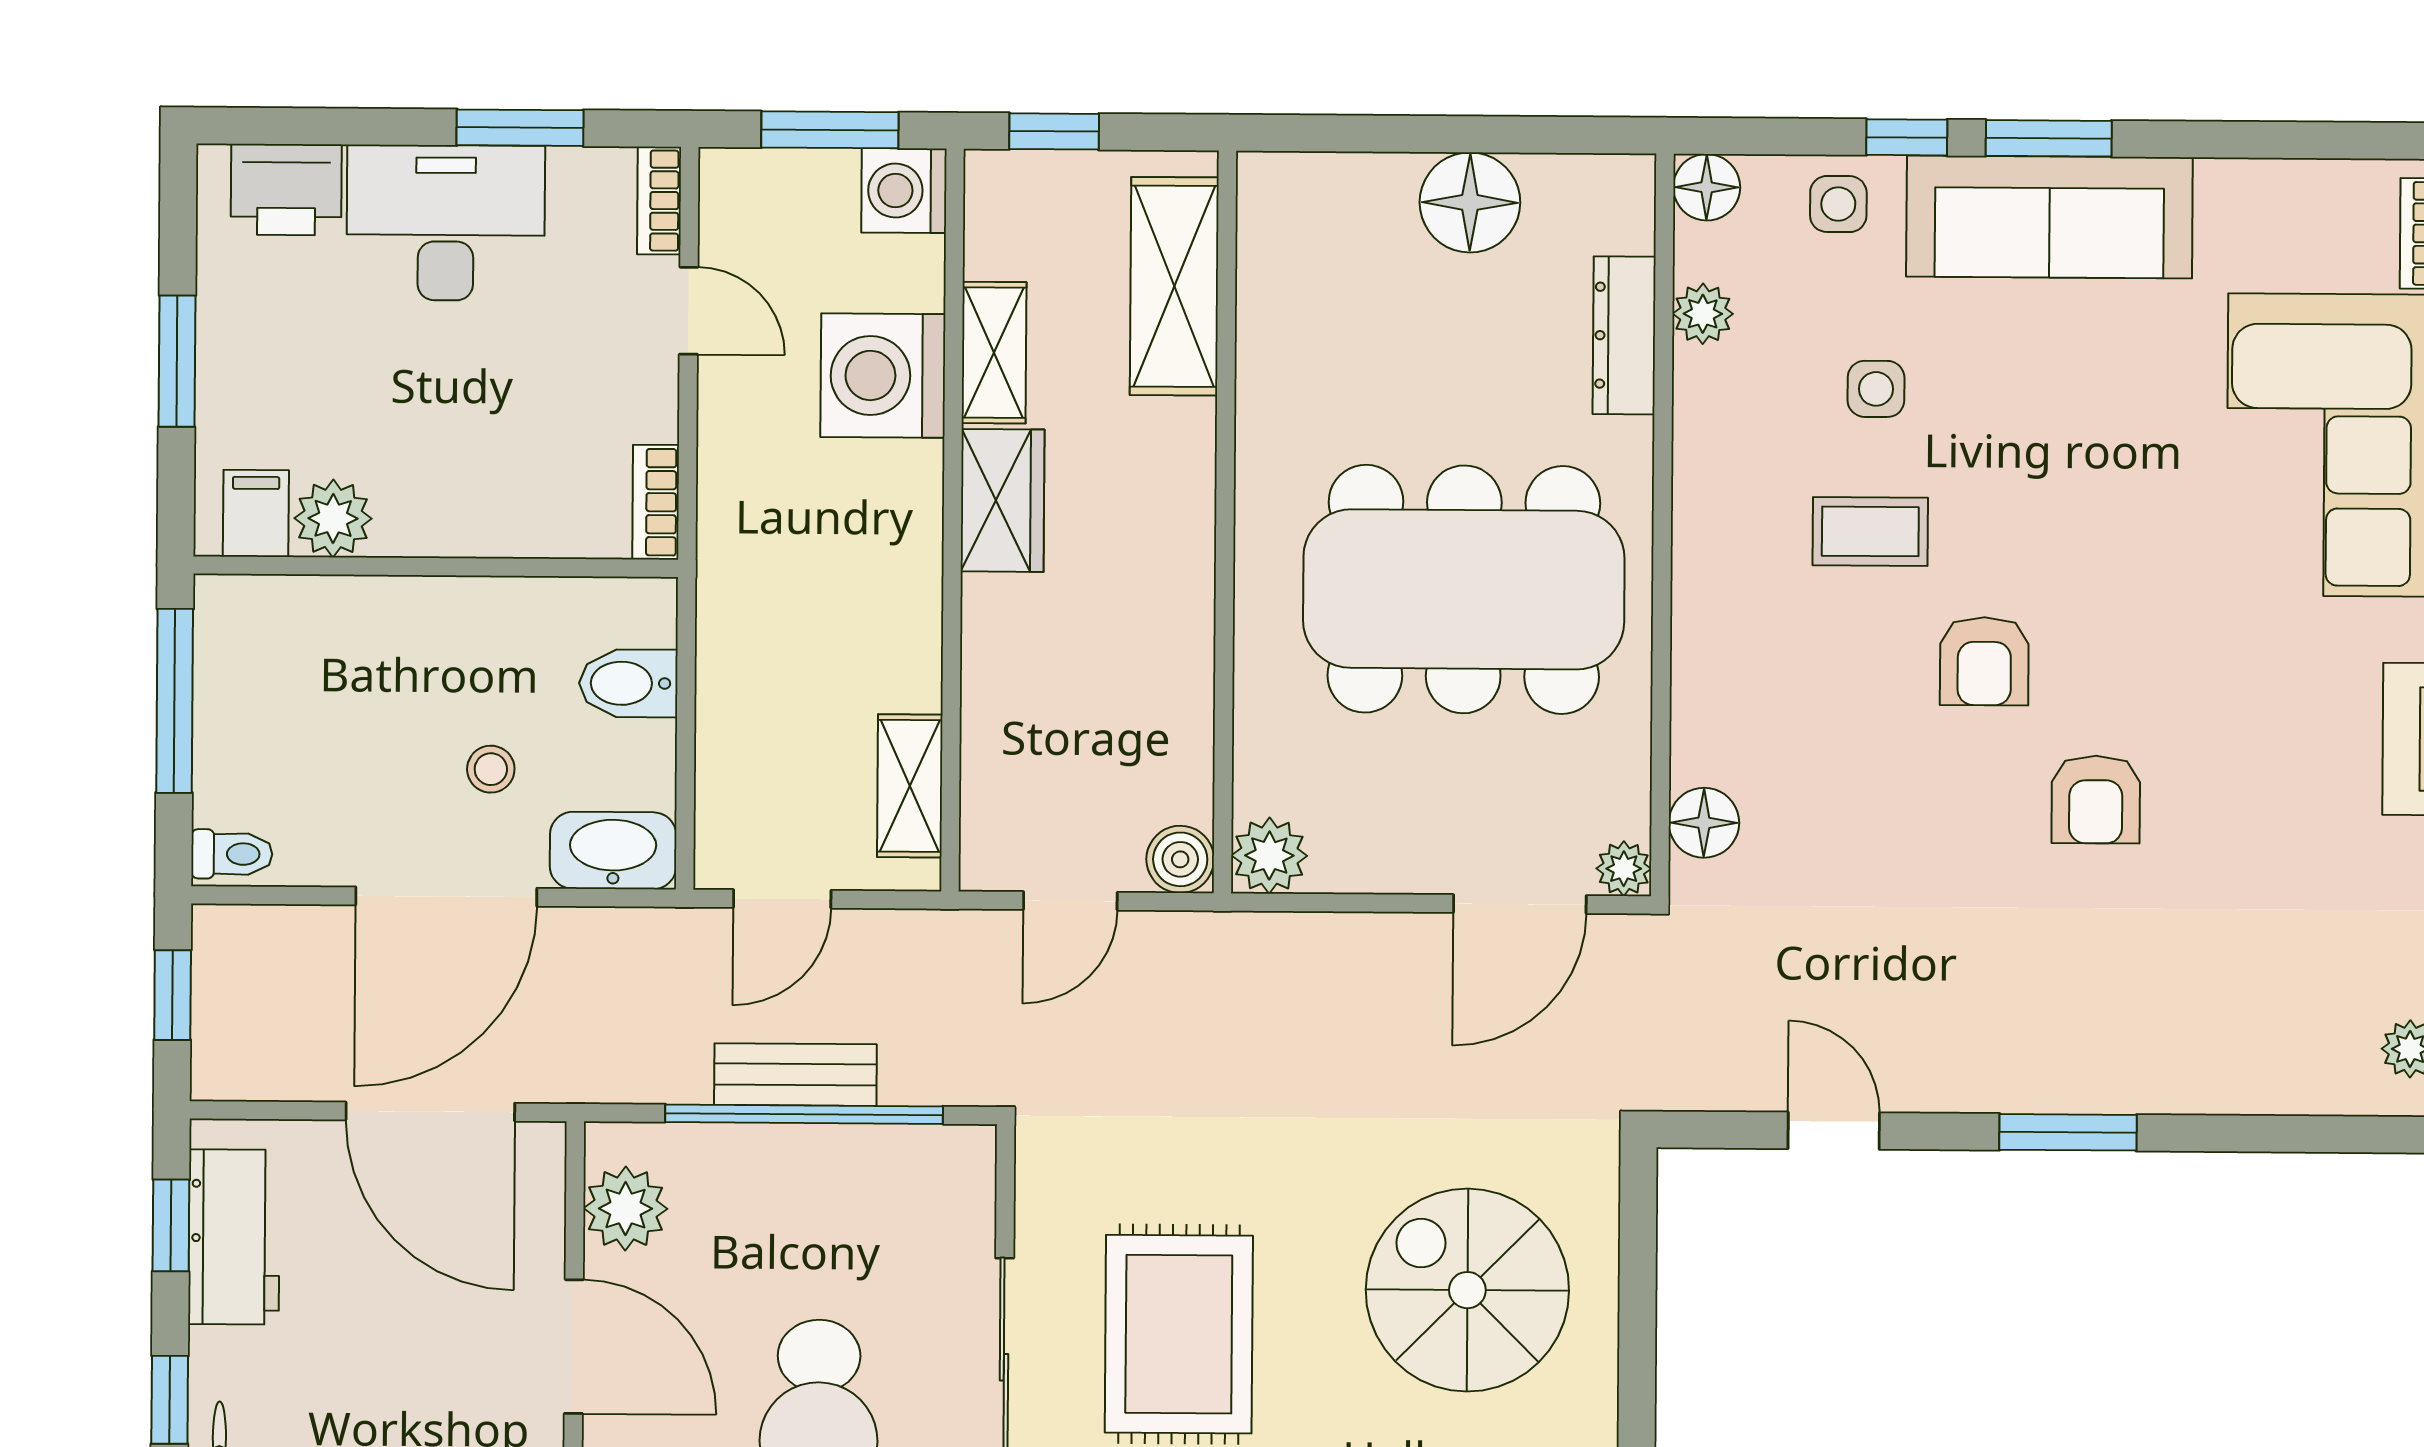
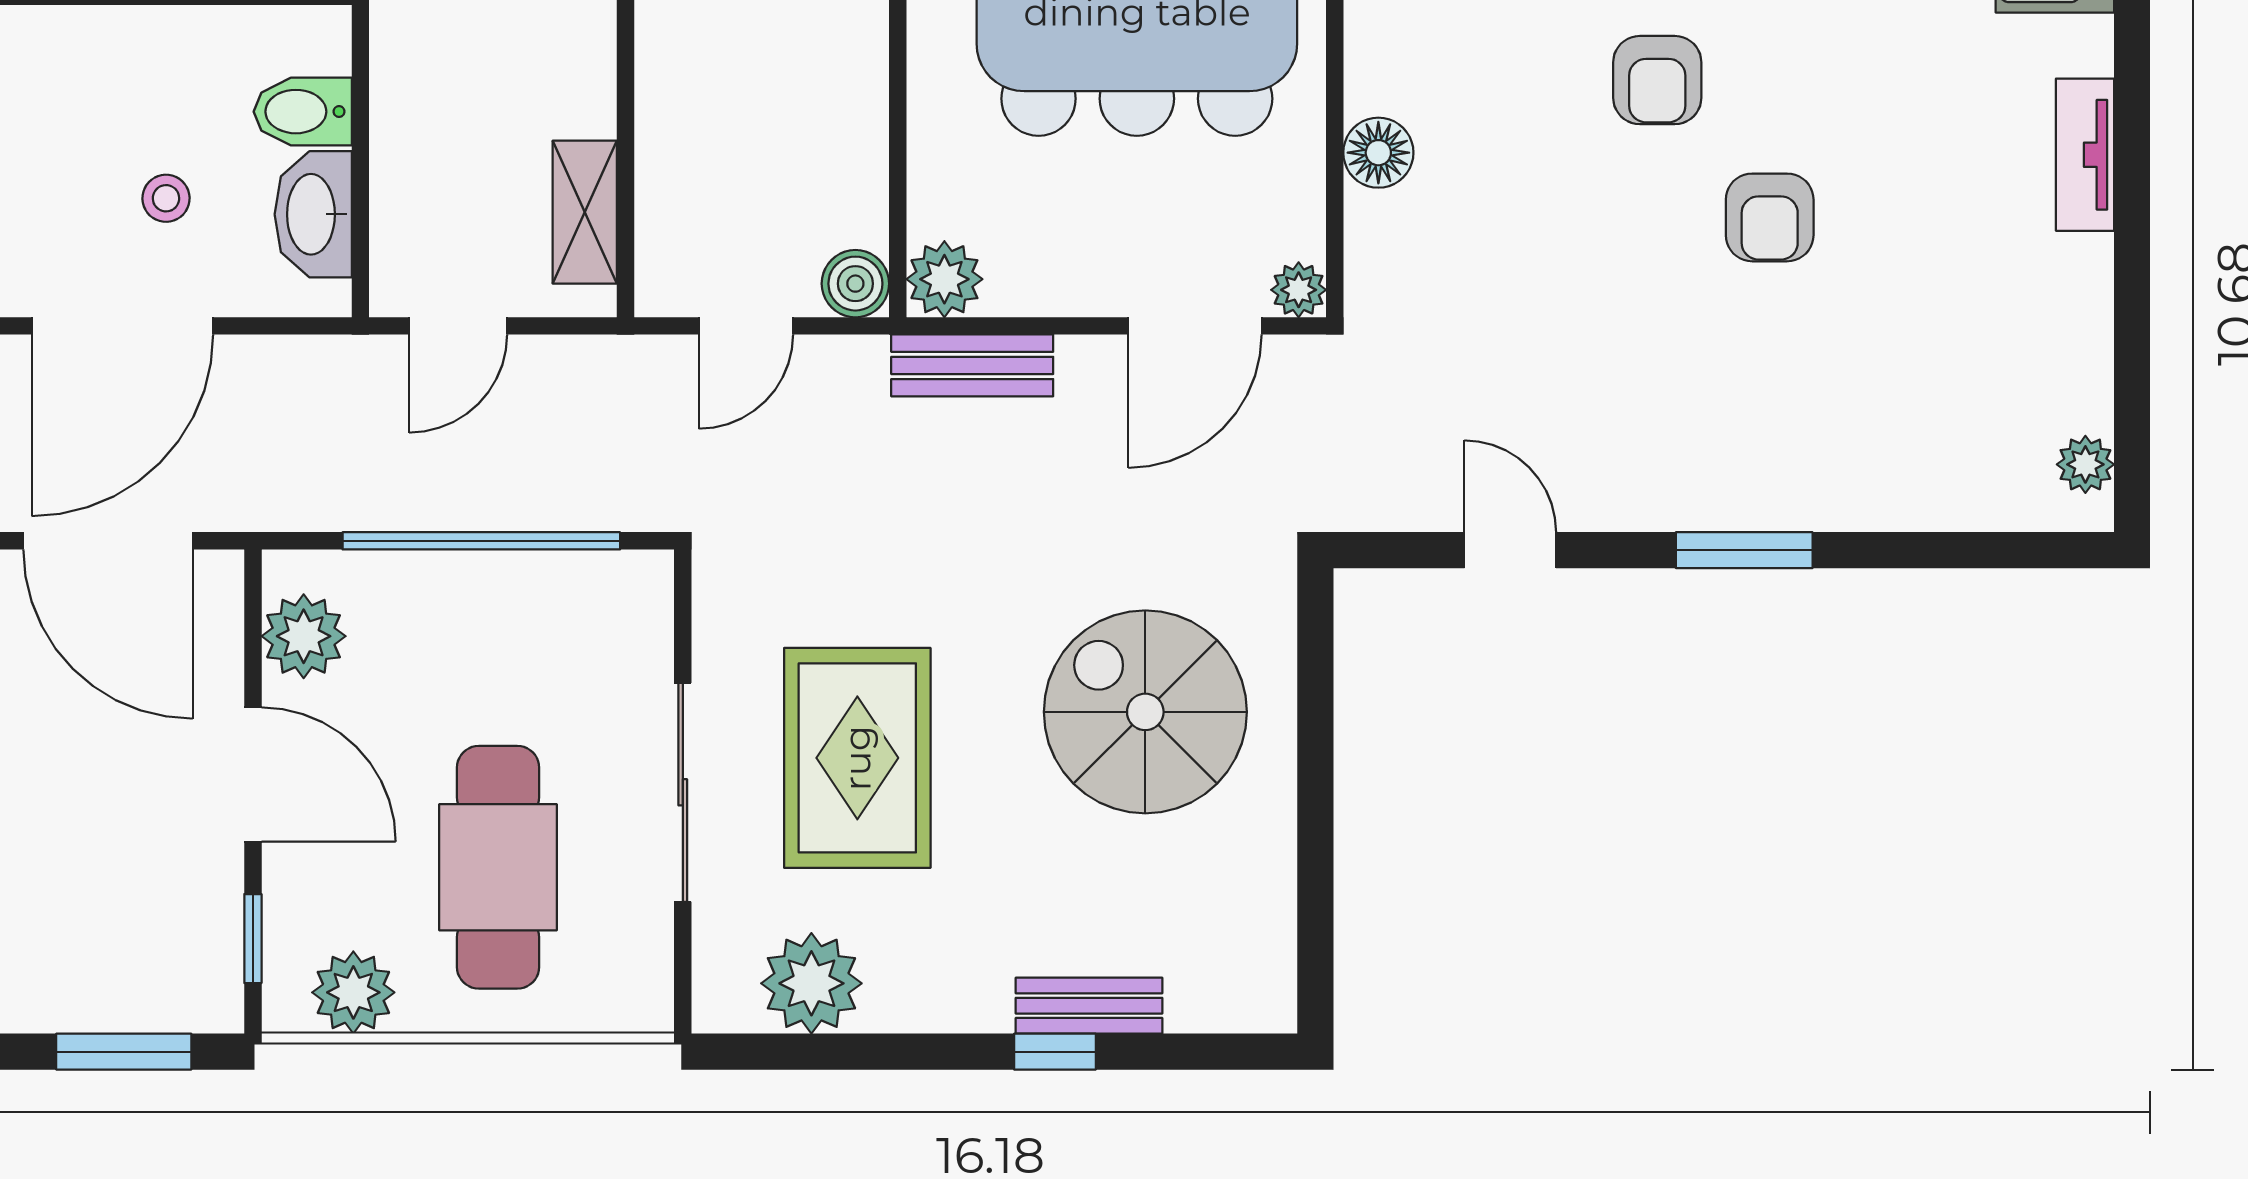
floor lamp: (1704, 823) -> (1378, 153), moved
washbasin: (613, 851) -> (313, 214), moved, turned -90
bench: (795, 1075) -> (972, 365), moved

